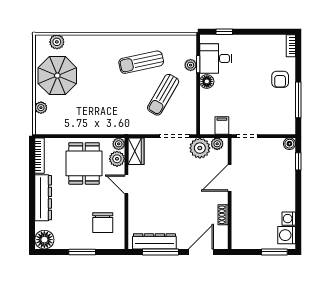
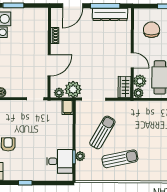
window: (224, 32) -> (25, 183), moved
floor lamp: (207, 81) -> (67, 143), removed
filing cabinet: (222, 125) -> (68, 108), moved

